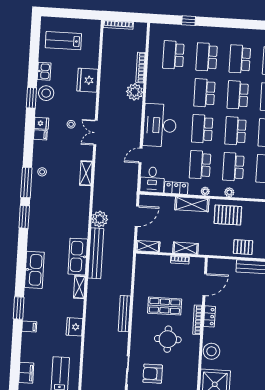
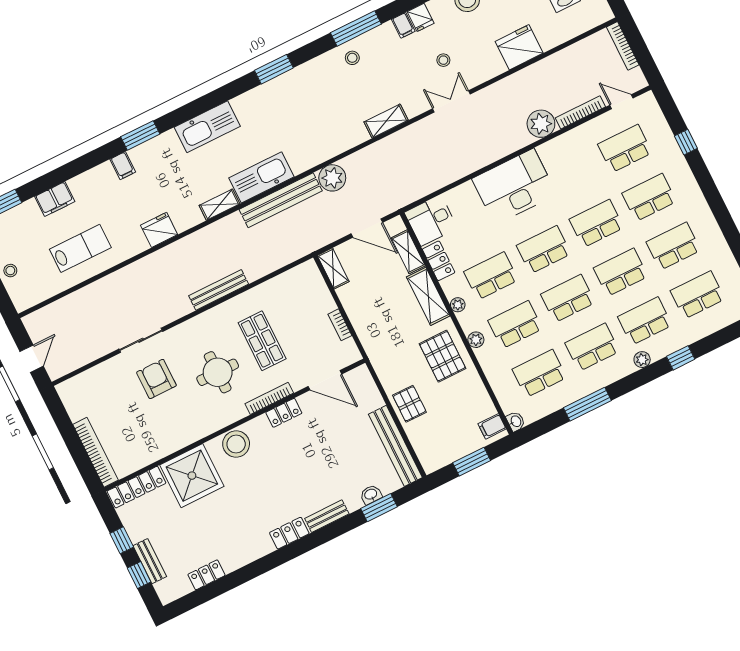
door: (141, 156) -> (621, 102), moved
window: (26, 183) -> (356, 28), moved
shelving: (186, 248) -> (408, 252), moved

